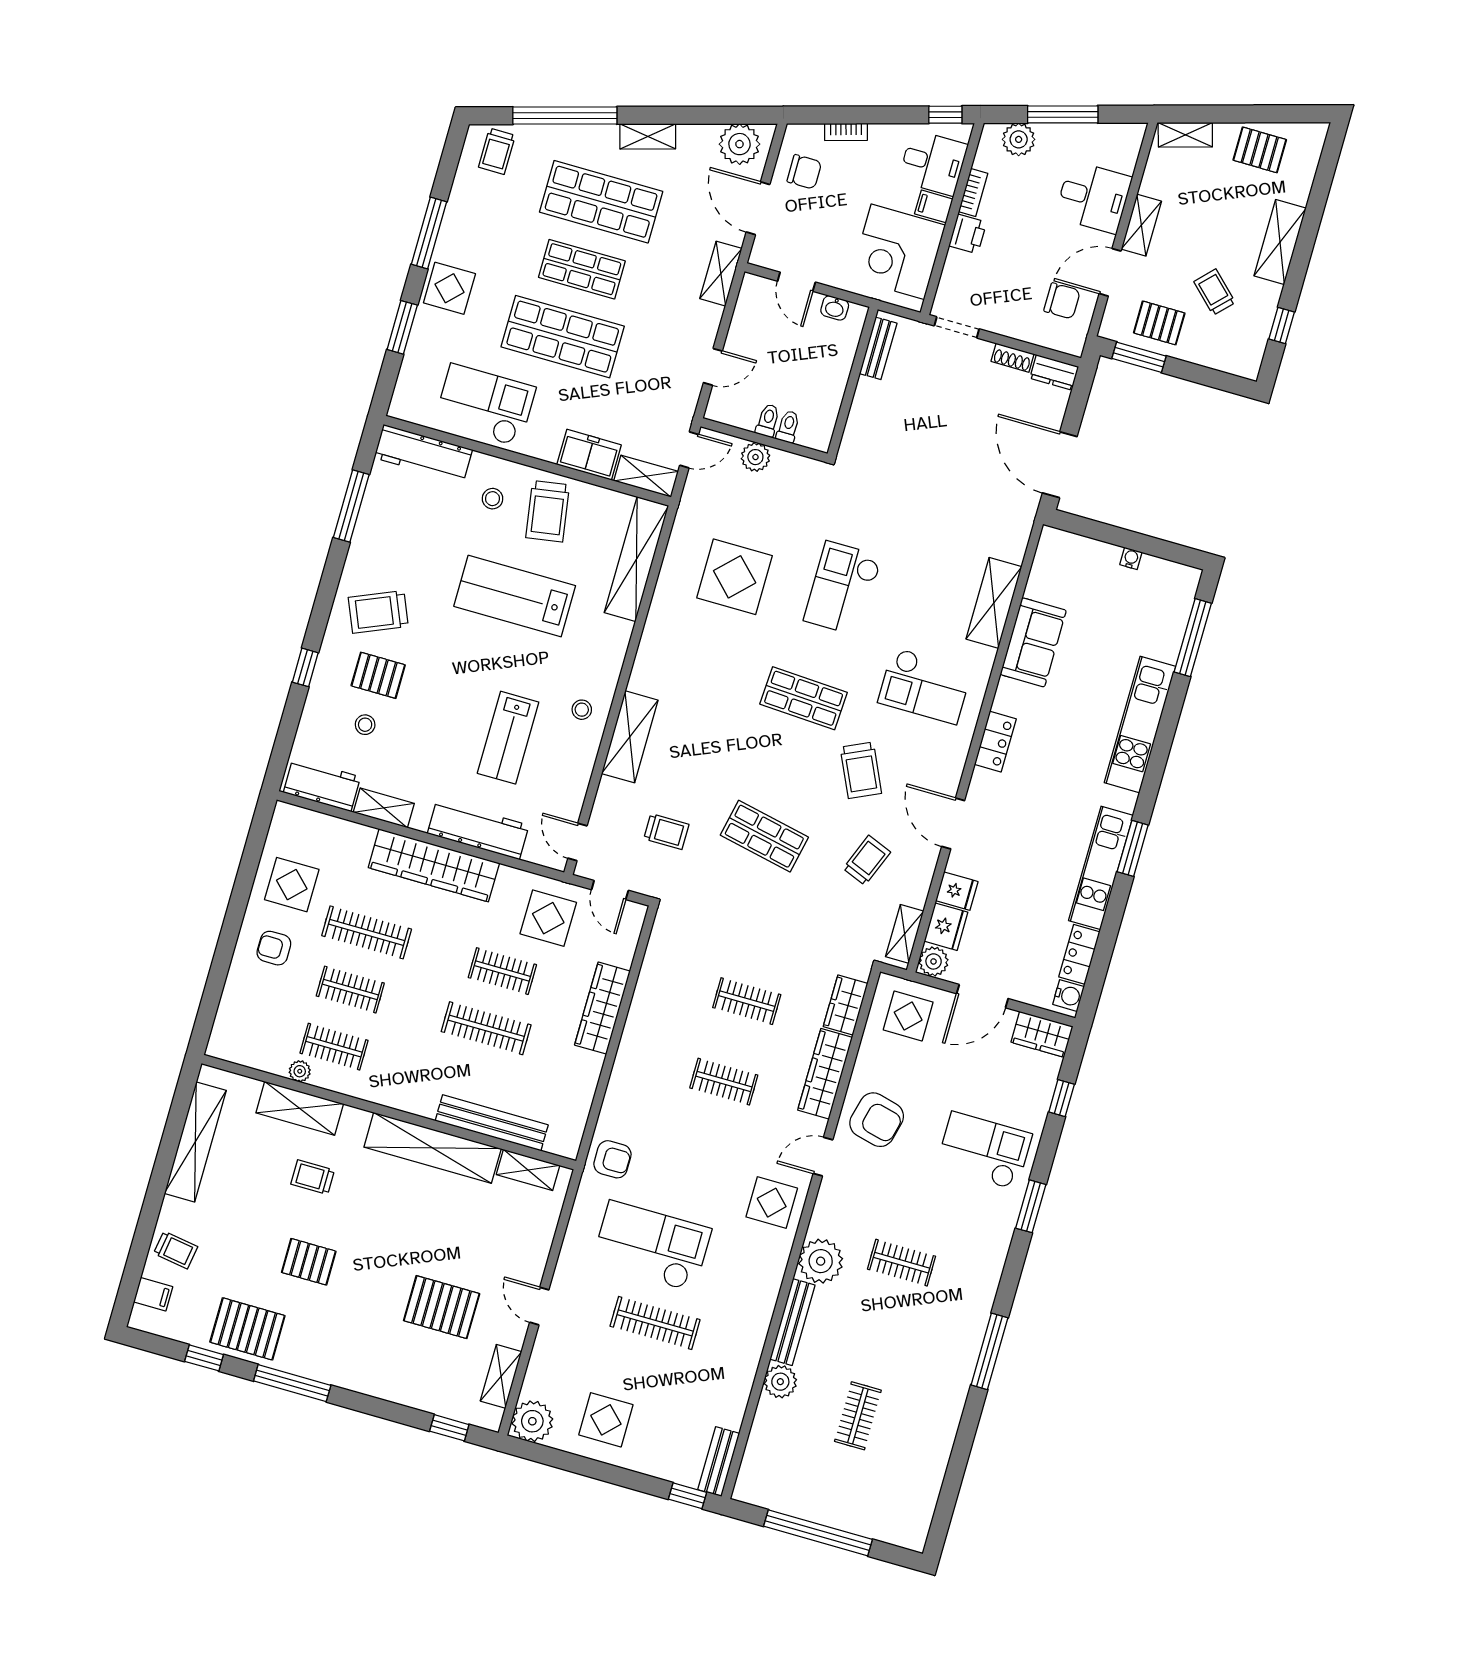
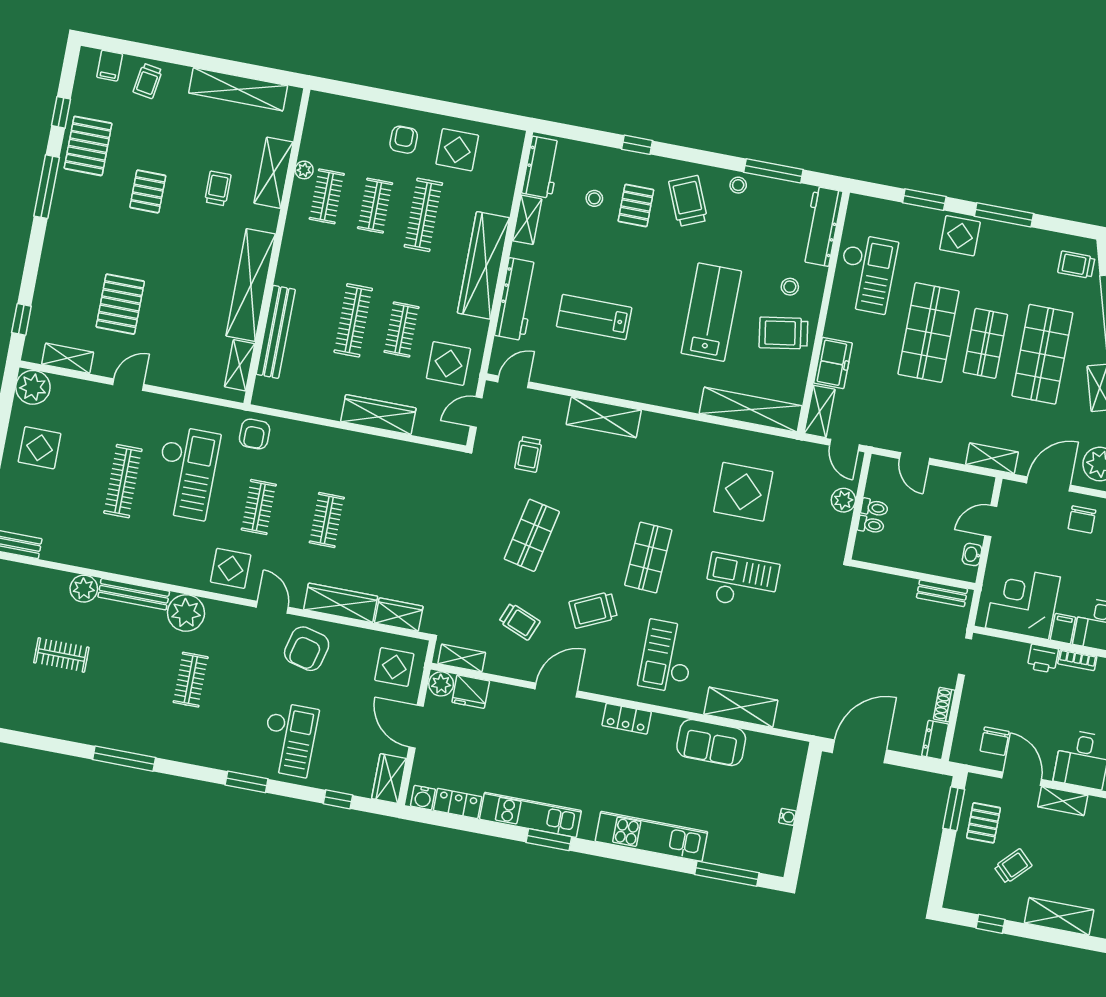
stool: (582, 710) -> (738, 185), moved
fridge: (957, 891) -> (501, 698), removed
clothes rail: (747, 1001) -> (259, 507), moved

